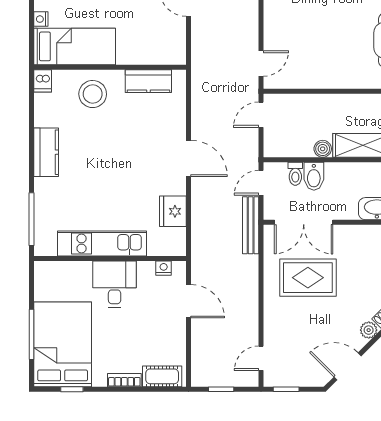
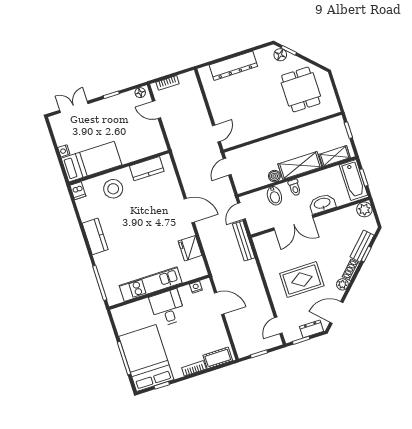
toilet: (295, 174) -> (295, 188), moved
double door: (304, 222) -> (293, 223), moved
rug: (308, 278) -> (302, 280), moved
dresser: (306, 378) -> (311, 329), added

